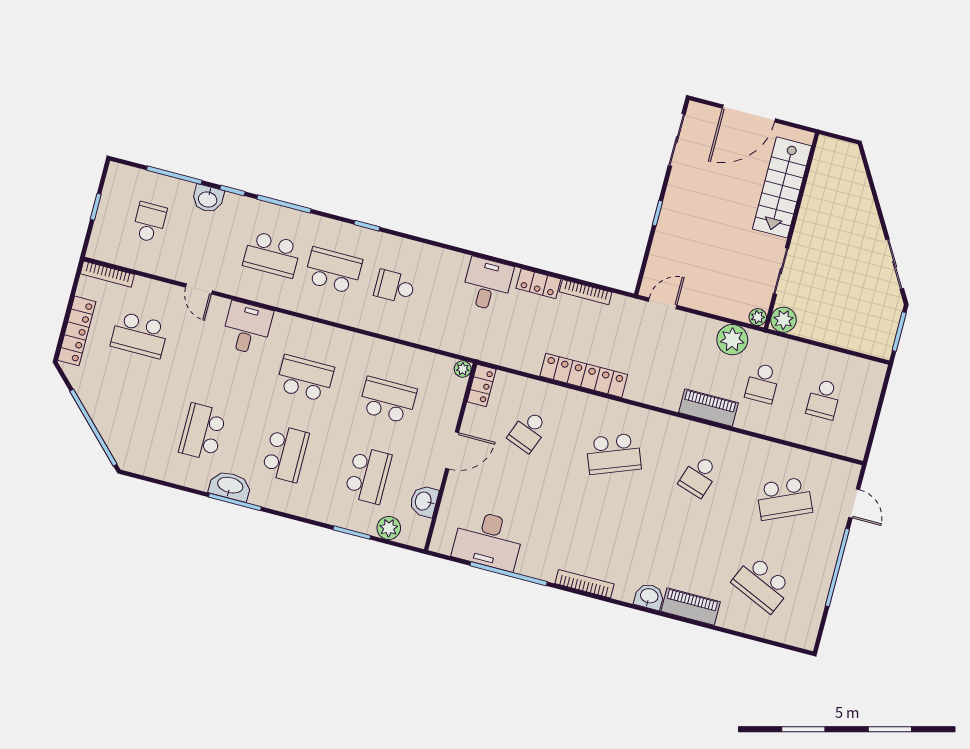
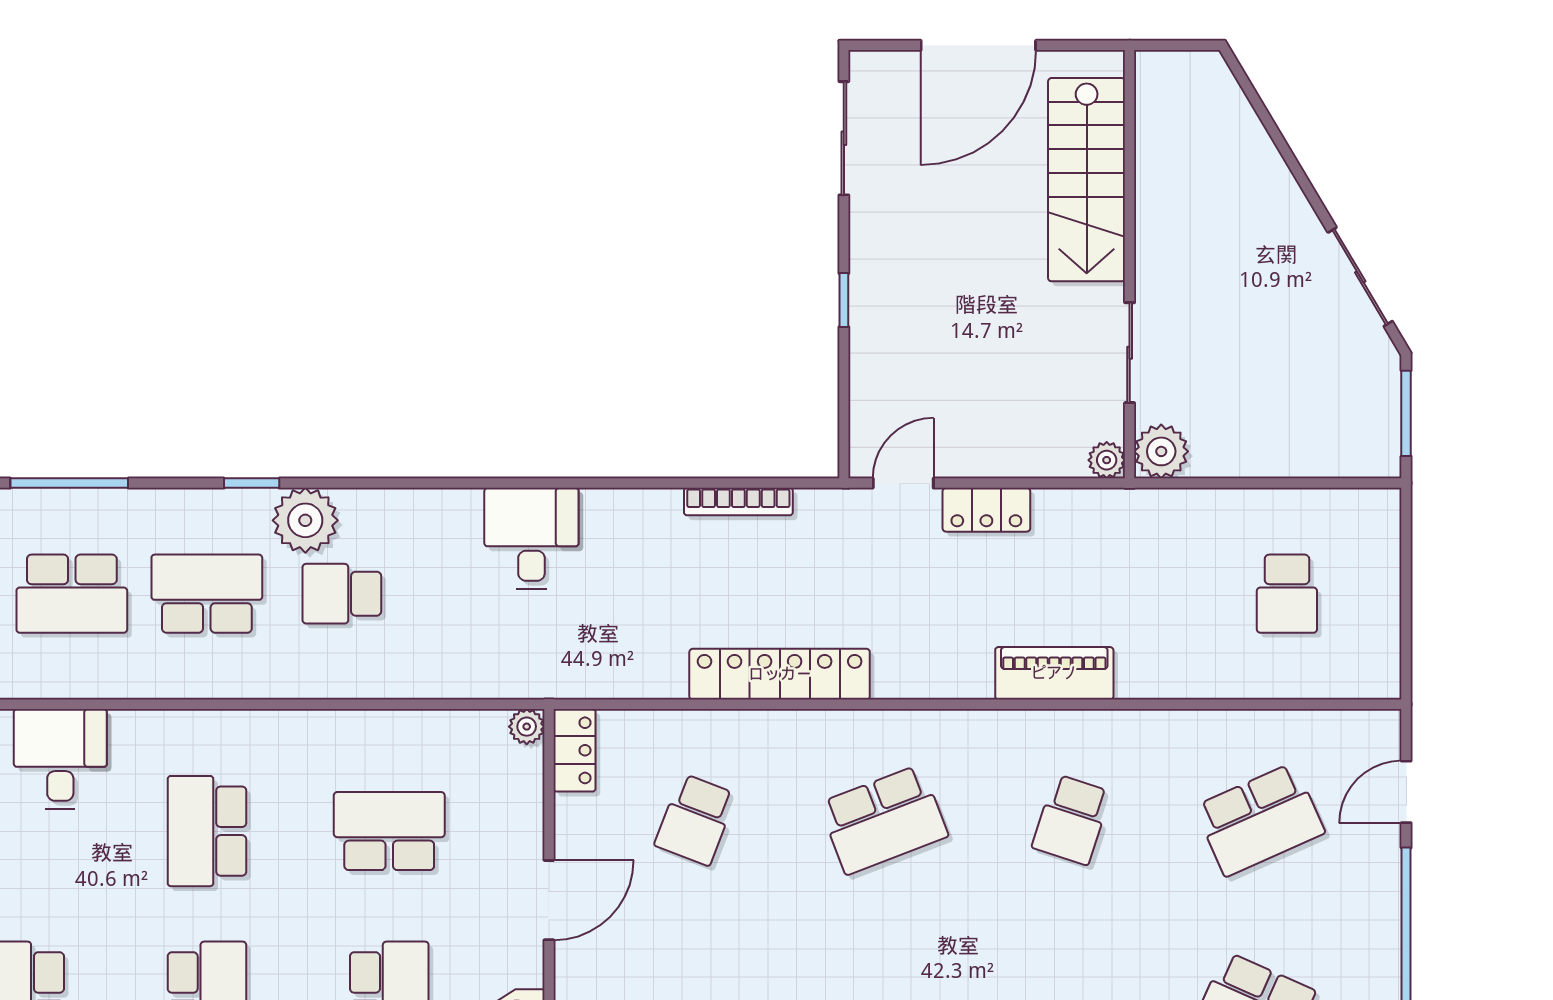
locker: (538, 284) -> (986, 510), moved
plant: (732, 340) -> (305, 520), moved
school desk: (305, 378) -> (207, 831), turned -90
school desk: (762, 383) -> (1152, 594), removed
door: (854, 503) -> (1406, 792), swing flipped

